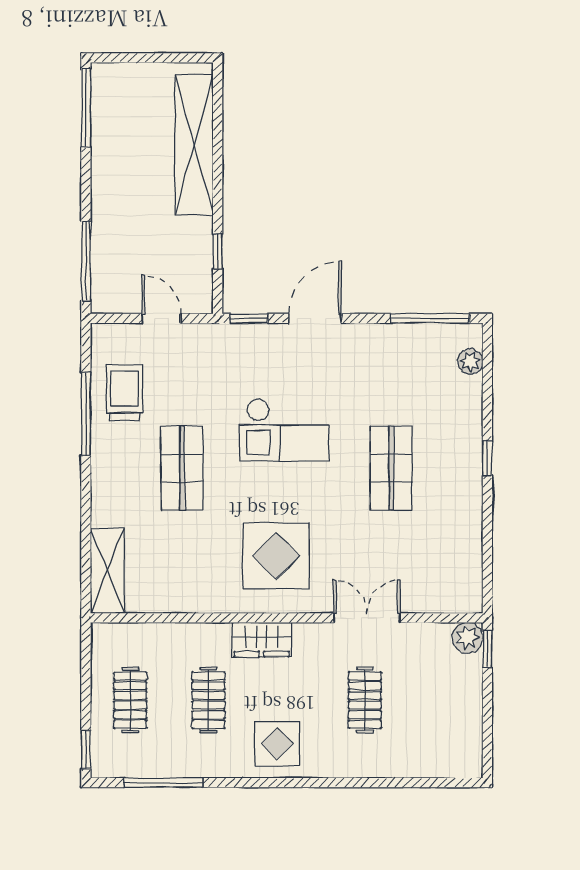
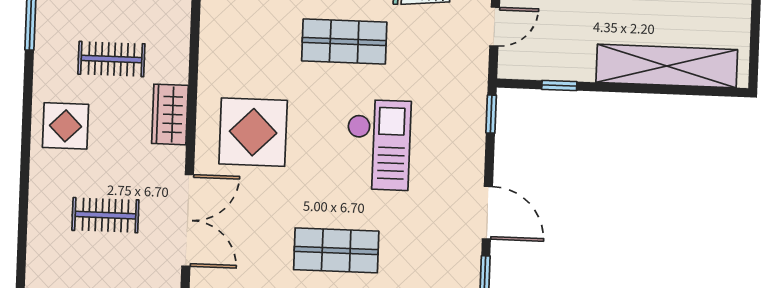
door: (315, 318) -> (487, 213), moved
checkout: (284, 430) -> (378, 145), turned 180
double door: (367, 618) -> (188, 220), width x1.37

